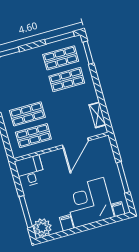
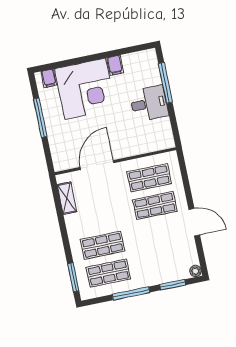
window: (60, 38) -> (131, 293), moved
desk: (30, 171) -> (149, 104), moved, turned -90
plant: (42, 228) -> (146, 61), removed

